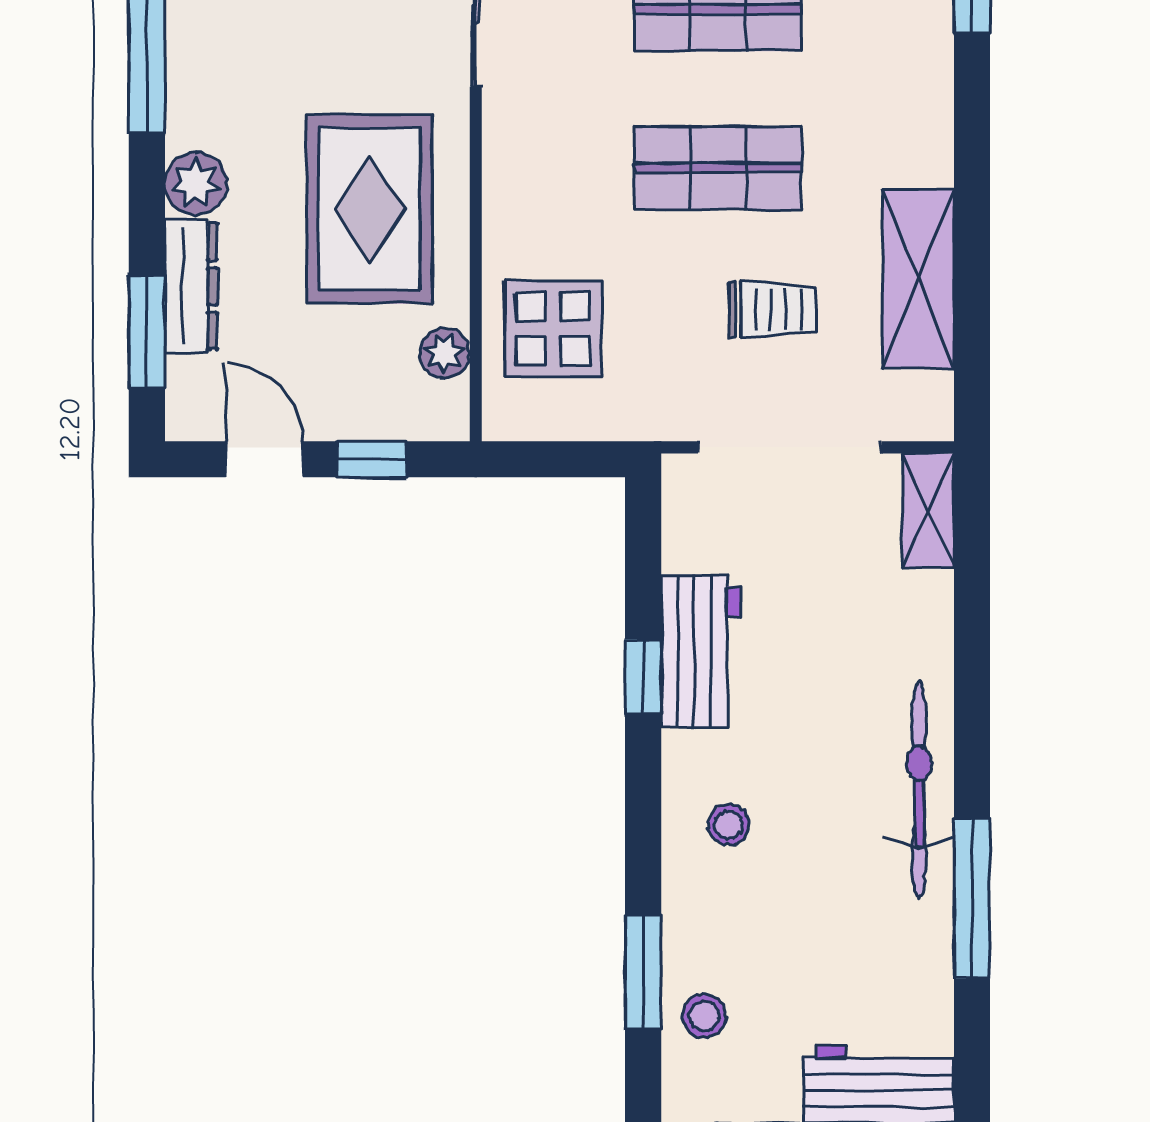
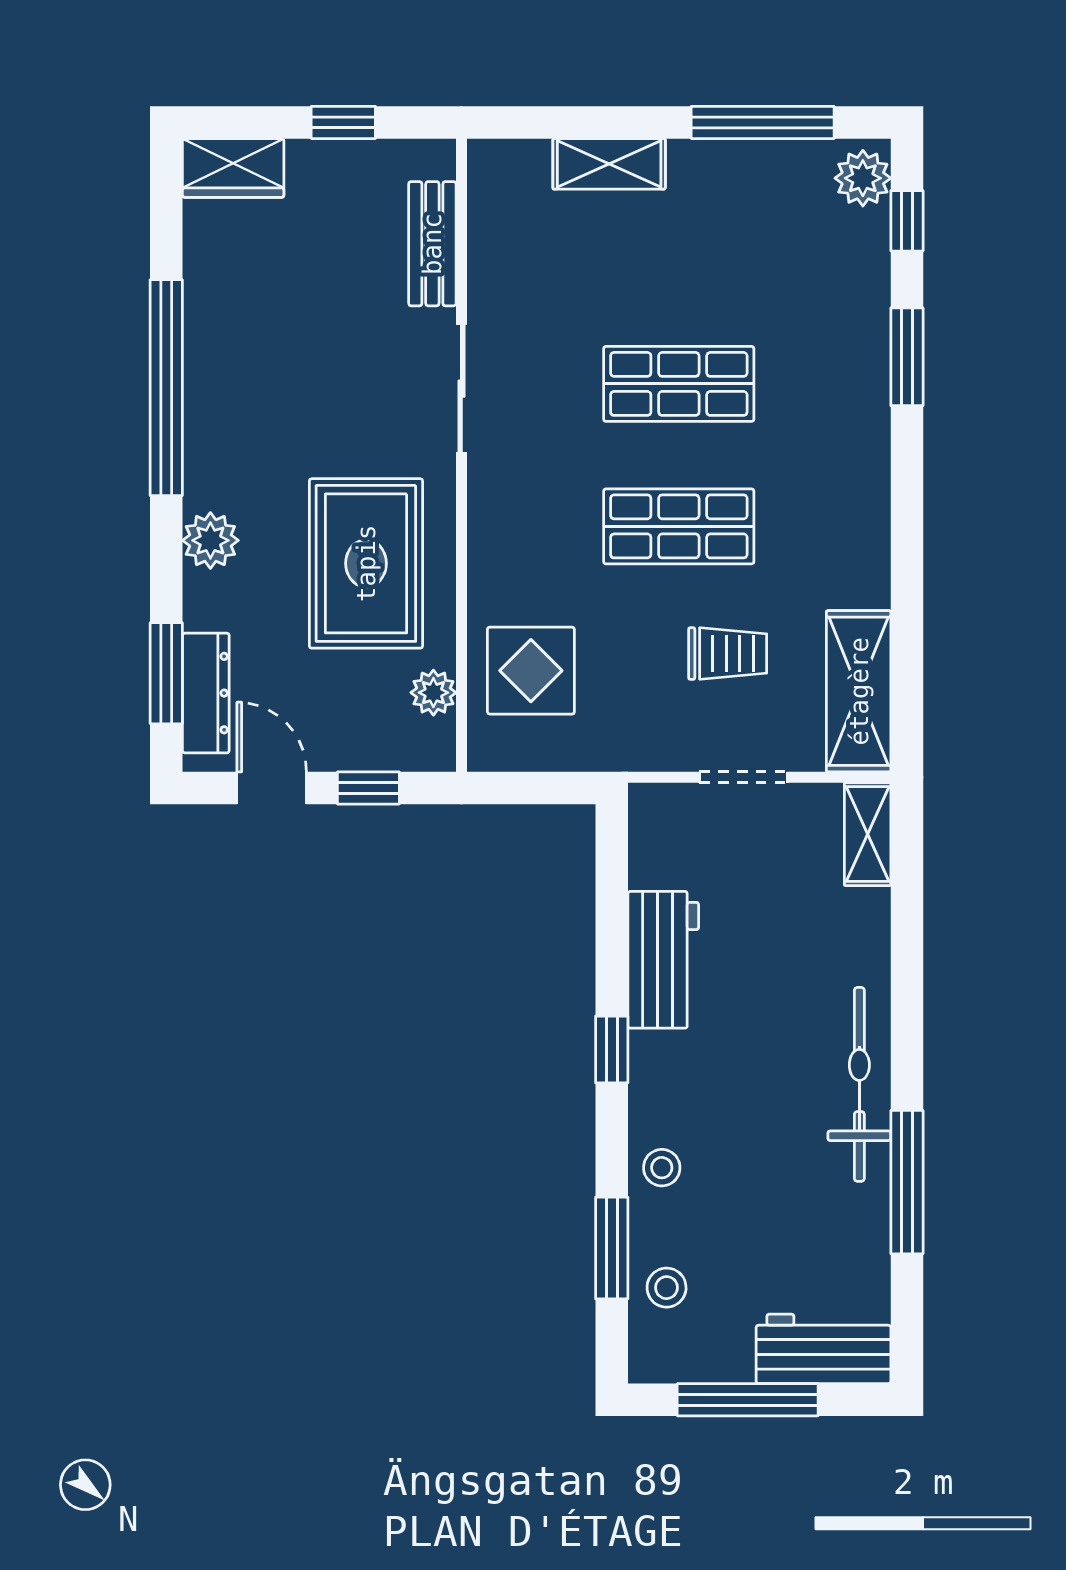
shelving: (918, 279) -> (859, 691), moved
dresser: (191, 286) -> (206, 693), moved
doorway: (790, 447) -> (743, 777), width x0.53
window: (643, 677) -> (612, 1049), moved
stool: (728, 825) -> (662, 1168), moved

